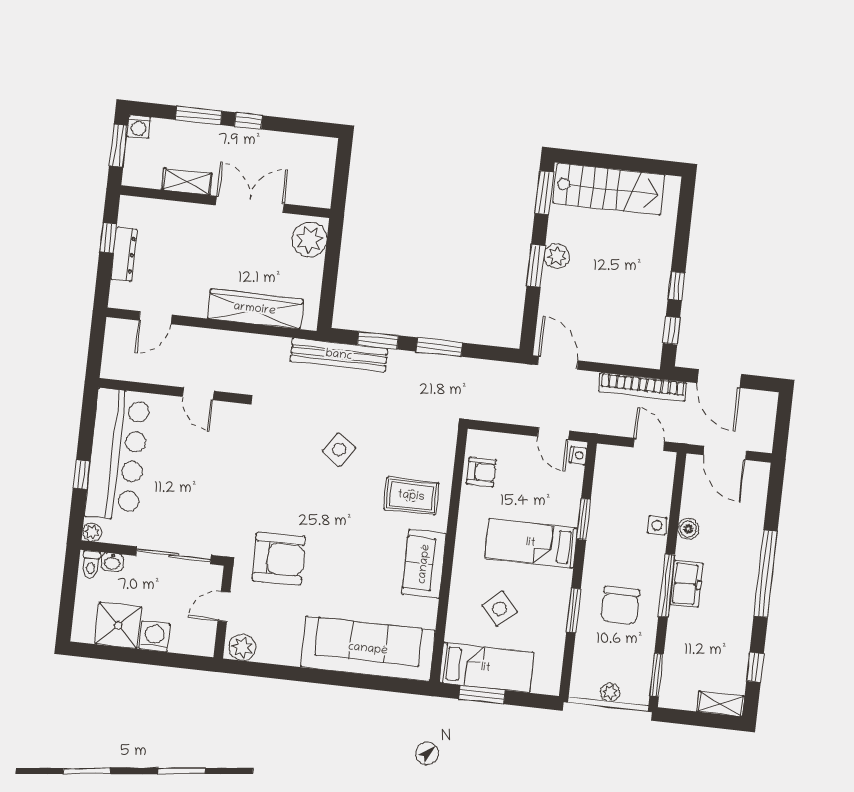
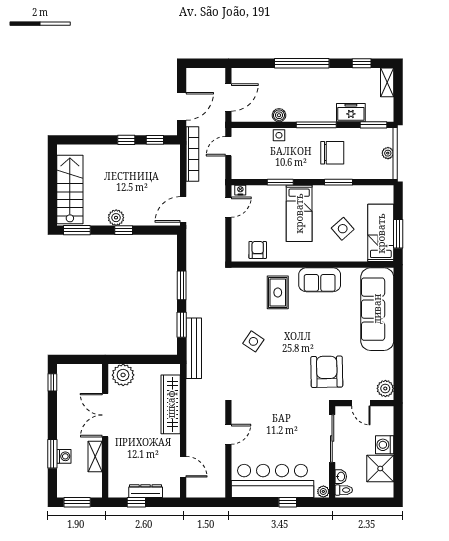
window: (248, 121) -> (52, 382), moved
washing machine: (139, 127) -> (64, 456), moved
window: (536, 266) -> (124, 230), width x0.67
freezer: (686, 584) -> (351, 113), moved

